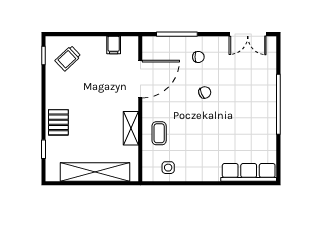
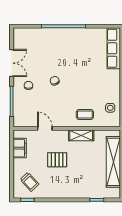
double door: (248, 34) -> (12, 63), moved
filing cabinet: (114, 45) -> (20, 148), width x2.00
door: (140, 79) -> (45, 128), width x0.53
pallet: (58, 122) -> (57, 160), moved

